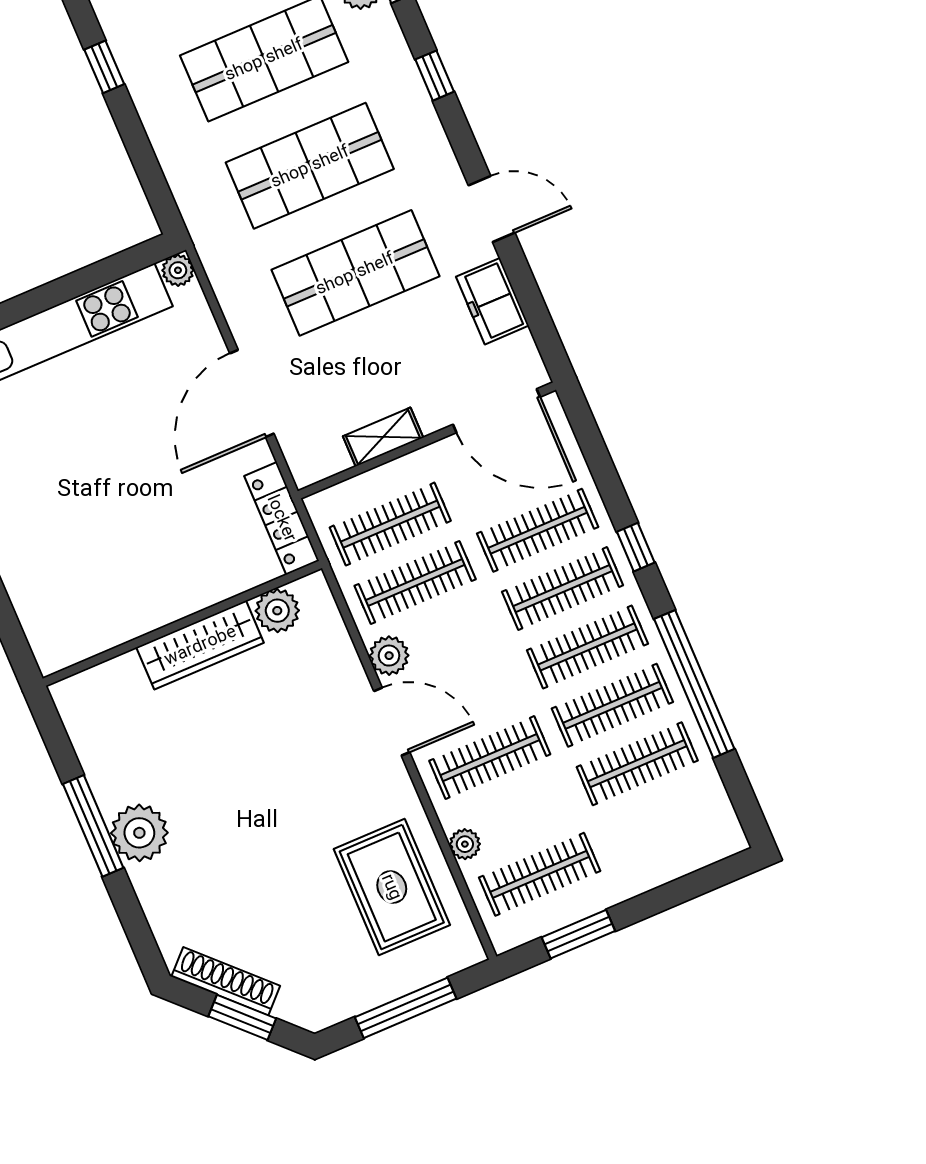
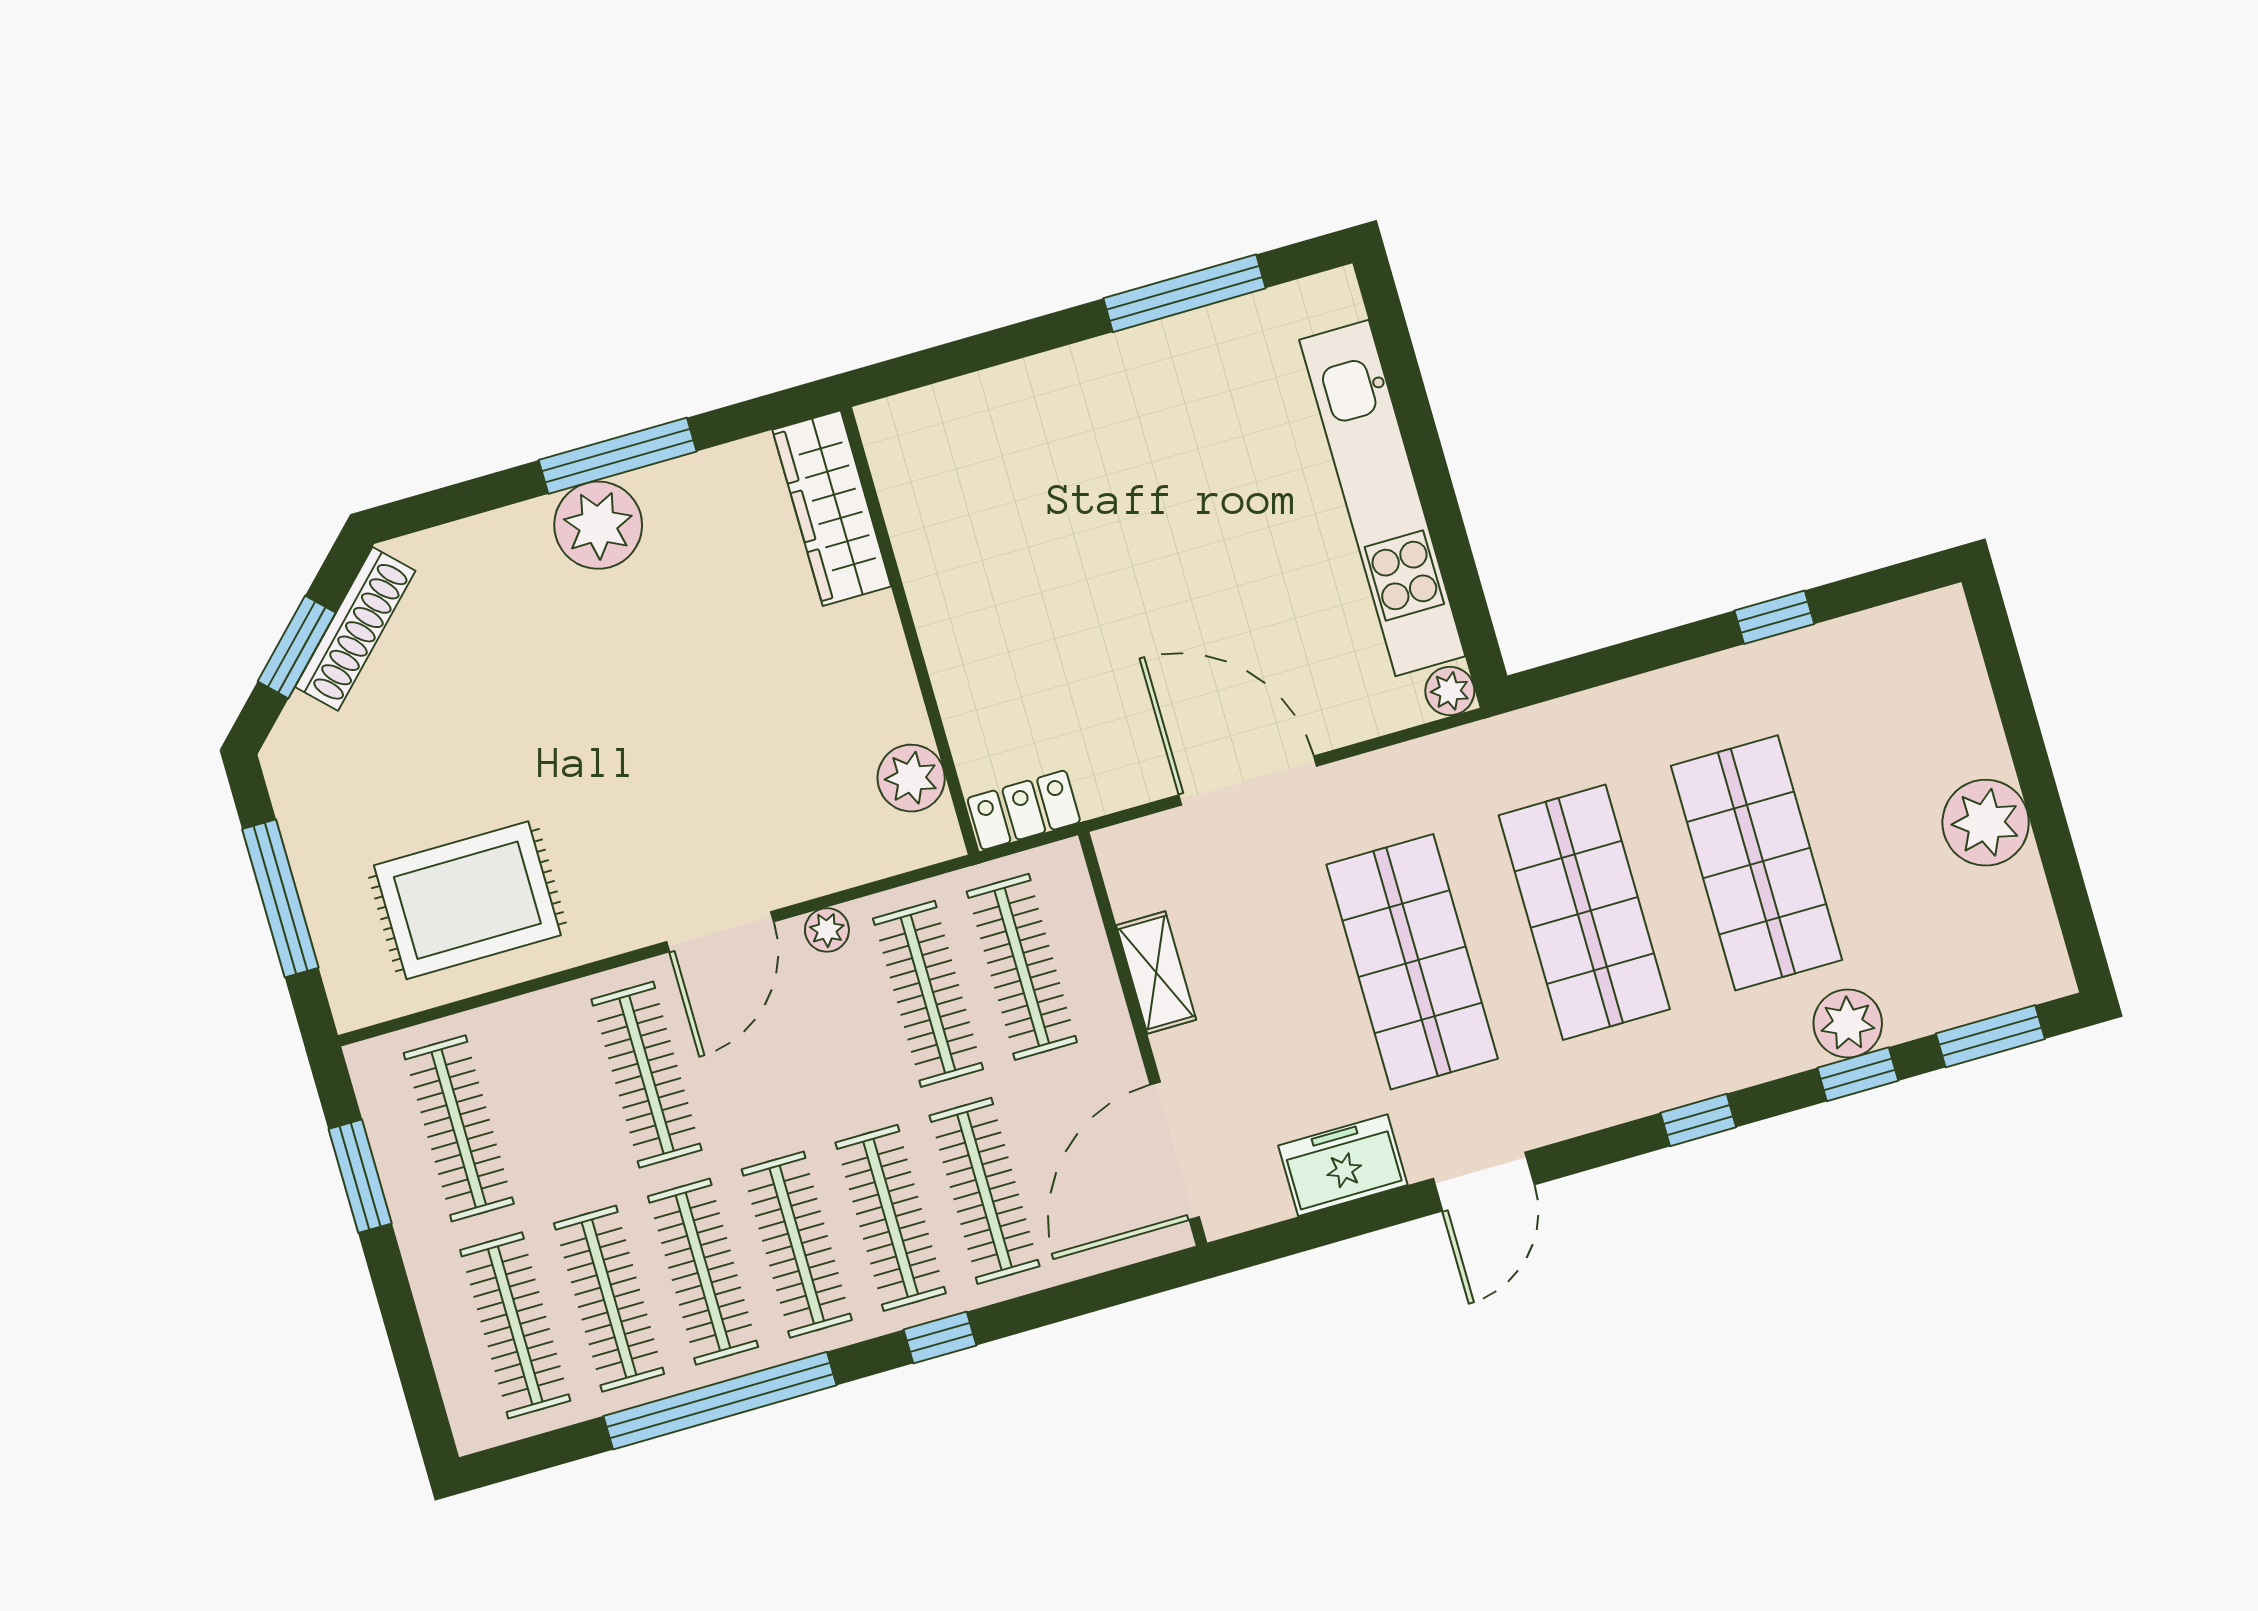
locker: (282, 518) -> (1024, 810), width x0.66
wardrobe: (200, 645) -> (832, 508), moved
plant: (389, 656) -> (827, 930), width x0.73, depth x0.73
clothes rail: (662, 822) -> (515, 1325), added
plant: (465, 844) -> (519, 1020), removed

